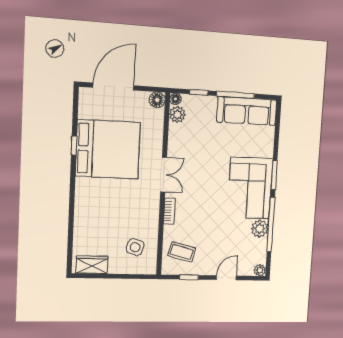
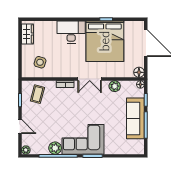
sofa: (247, 111) -> (135, 118), moved
plant: (177, 114) -> (115, 86), moved
desk: (91, 200) -> (71, 32), added

